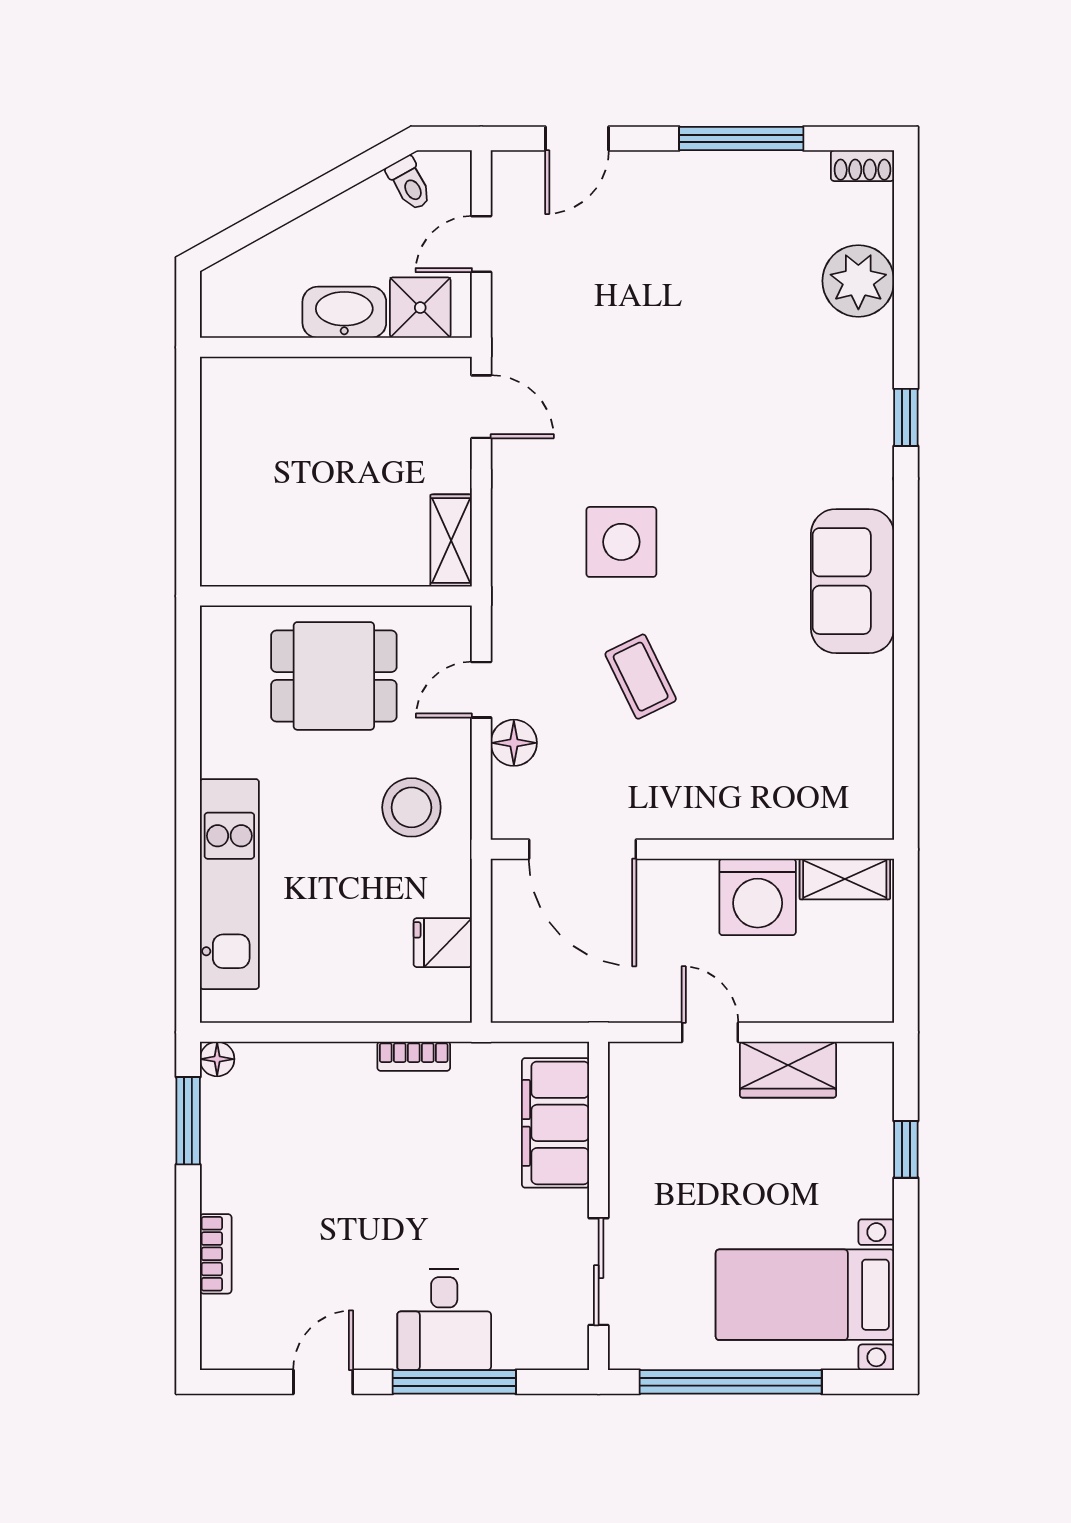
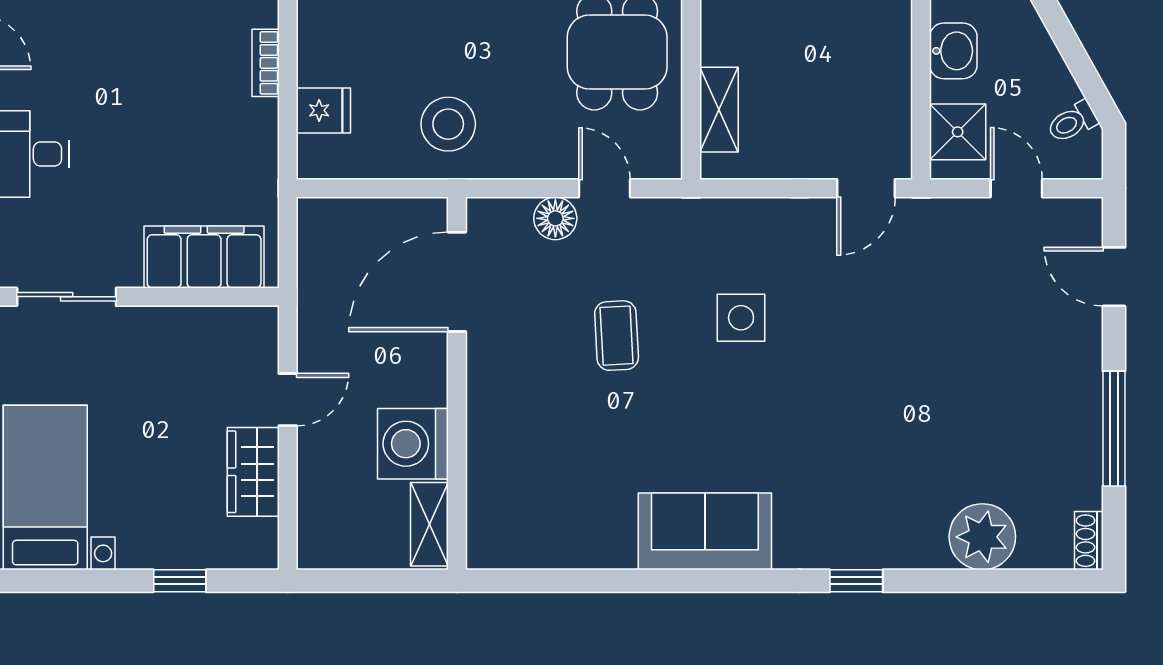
washbasin: (344, 312) -> (953, 51), width x0.72
shelving: (451, 541) -> (719, 110), moved, turned 90
side table: (621, 542) -> (741, 318), width x0.73, depth x0.73
coffee table: (641, 677) -> (617, 336), turned -67
stool: (411, 807) -> (448, 124), moved
fridge: (443, 943) -> (323, 110), moved, turned 90
bookcase: (414, 1056) -> (266, 63), moved

